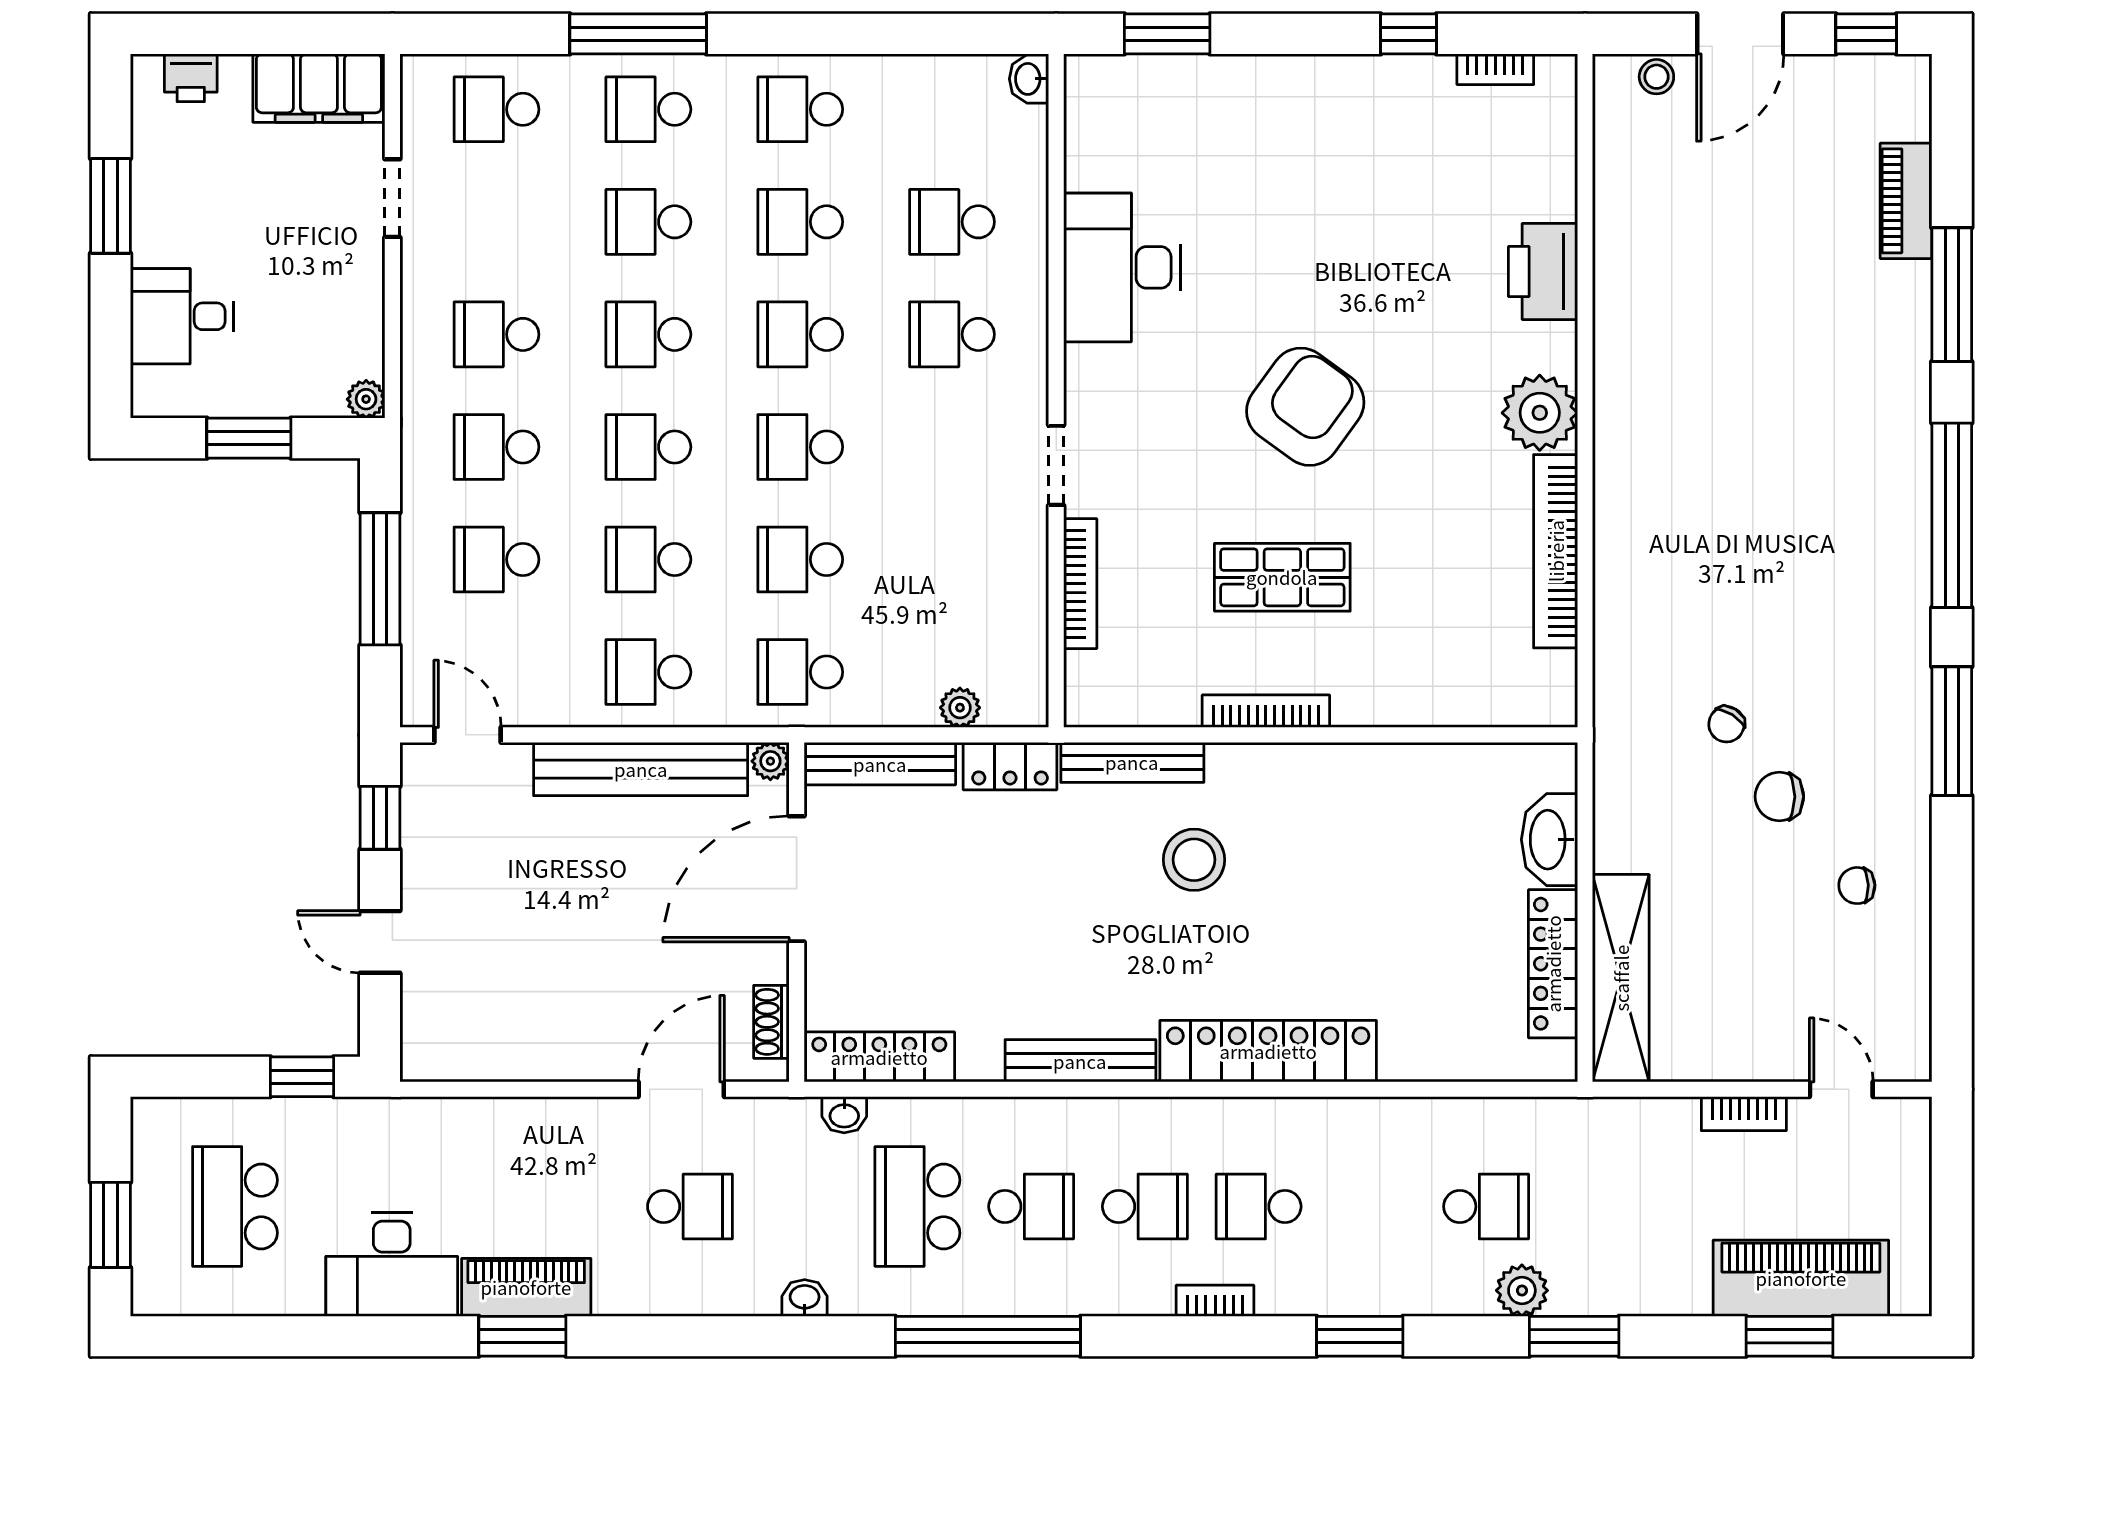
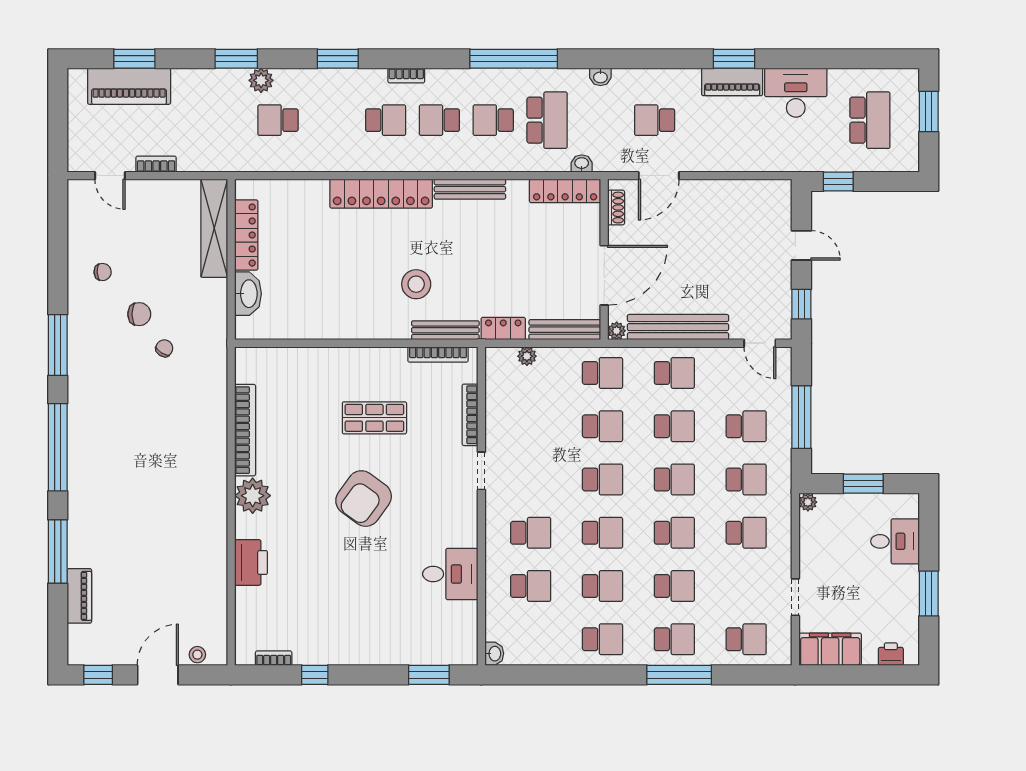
desk: (1122, 267) -> (450, 574), width x0.73
bookcase: (1266, 711) -> (438, 354), moved

